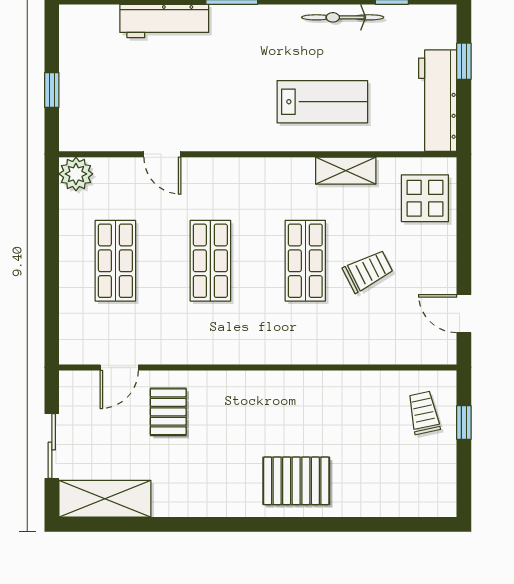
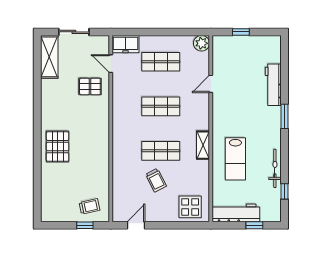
shelving: (346, 171) -> (203, 145), moved
freezer: (78, 336) -> (126, 44), added

